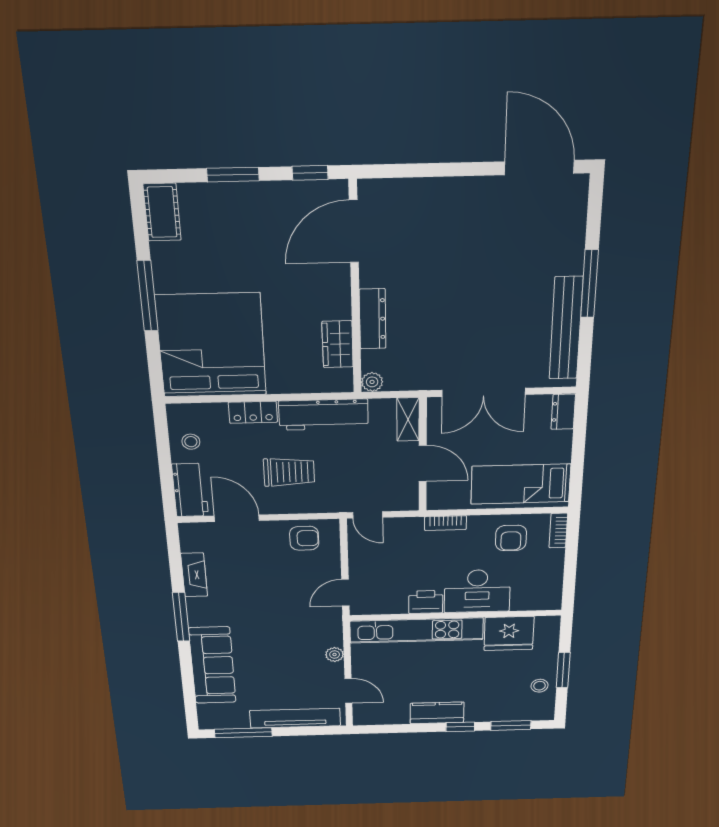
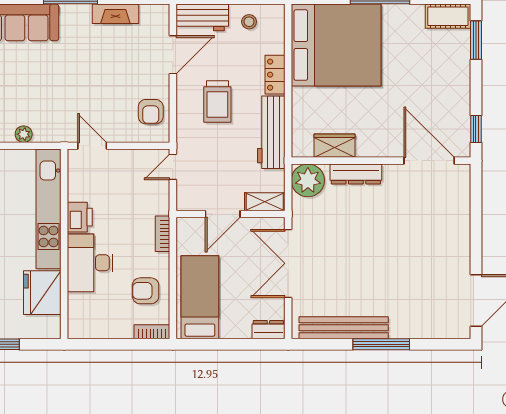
window: (233, 175) -> (476, 40), moved
plant: (372, 382) -> (308, 180), width x1.88, depth x1.88

